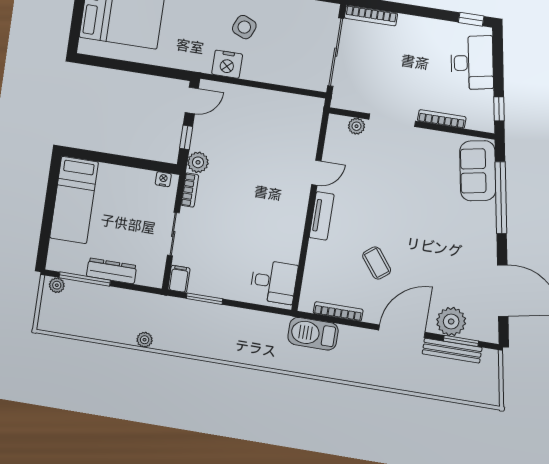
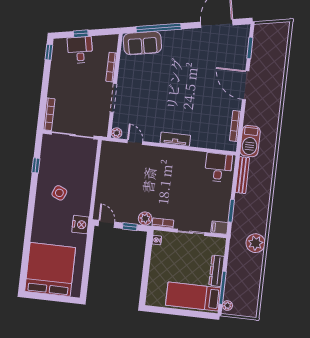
desk: (472, 63) -> (80, 50), width x0.73
nightstand: (227, 64) -> (80, 225), moved
window: (499, 109) -> (81, 34), moved
plant: (356, 126) -> (117, 133), moved
door: (316, 173) -> (135, 142), moved
bed: (74, 200) -> (193, 297), moved, turned 180
coffee table: (377, 263) -> (203, 103), removed
plant: (451, 322) -> (238, 55), removed
plant: (145, 340) -> (256, 243), width x1.88, depth x1.88
bench: (452, 351) -> (242, 175), moved

